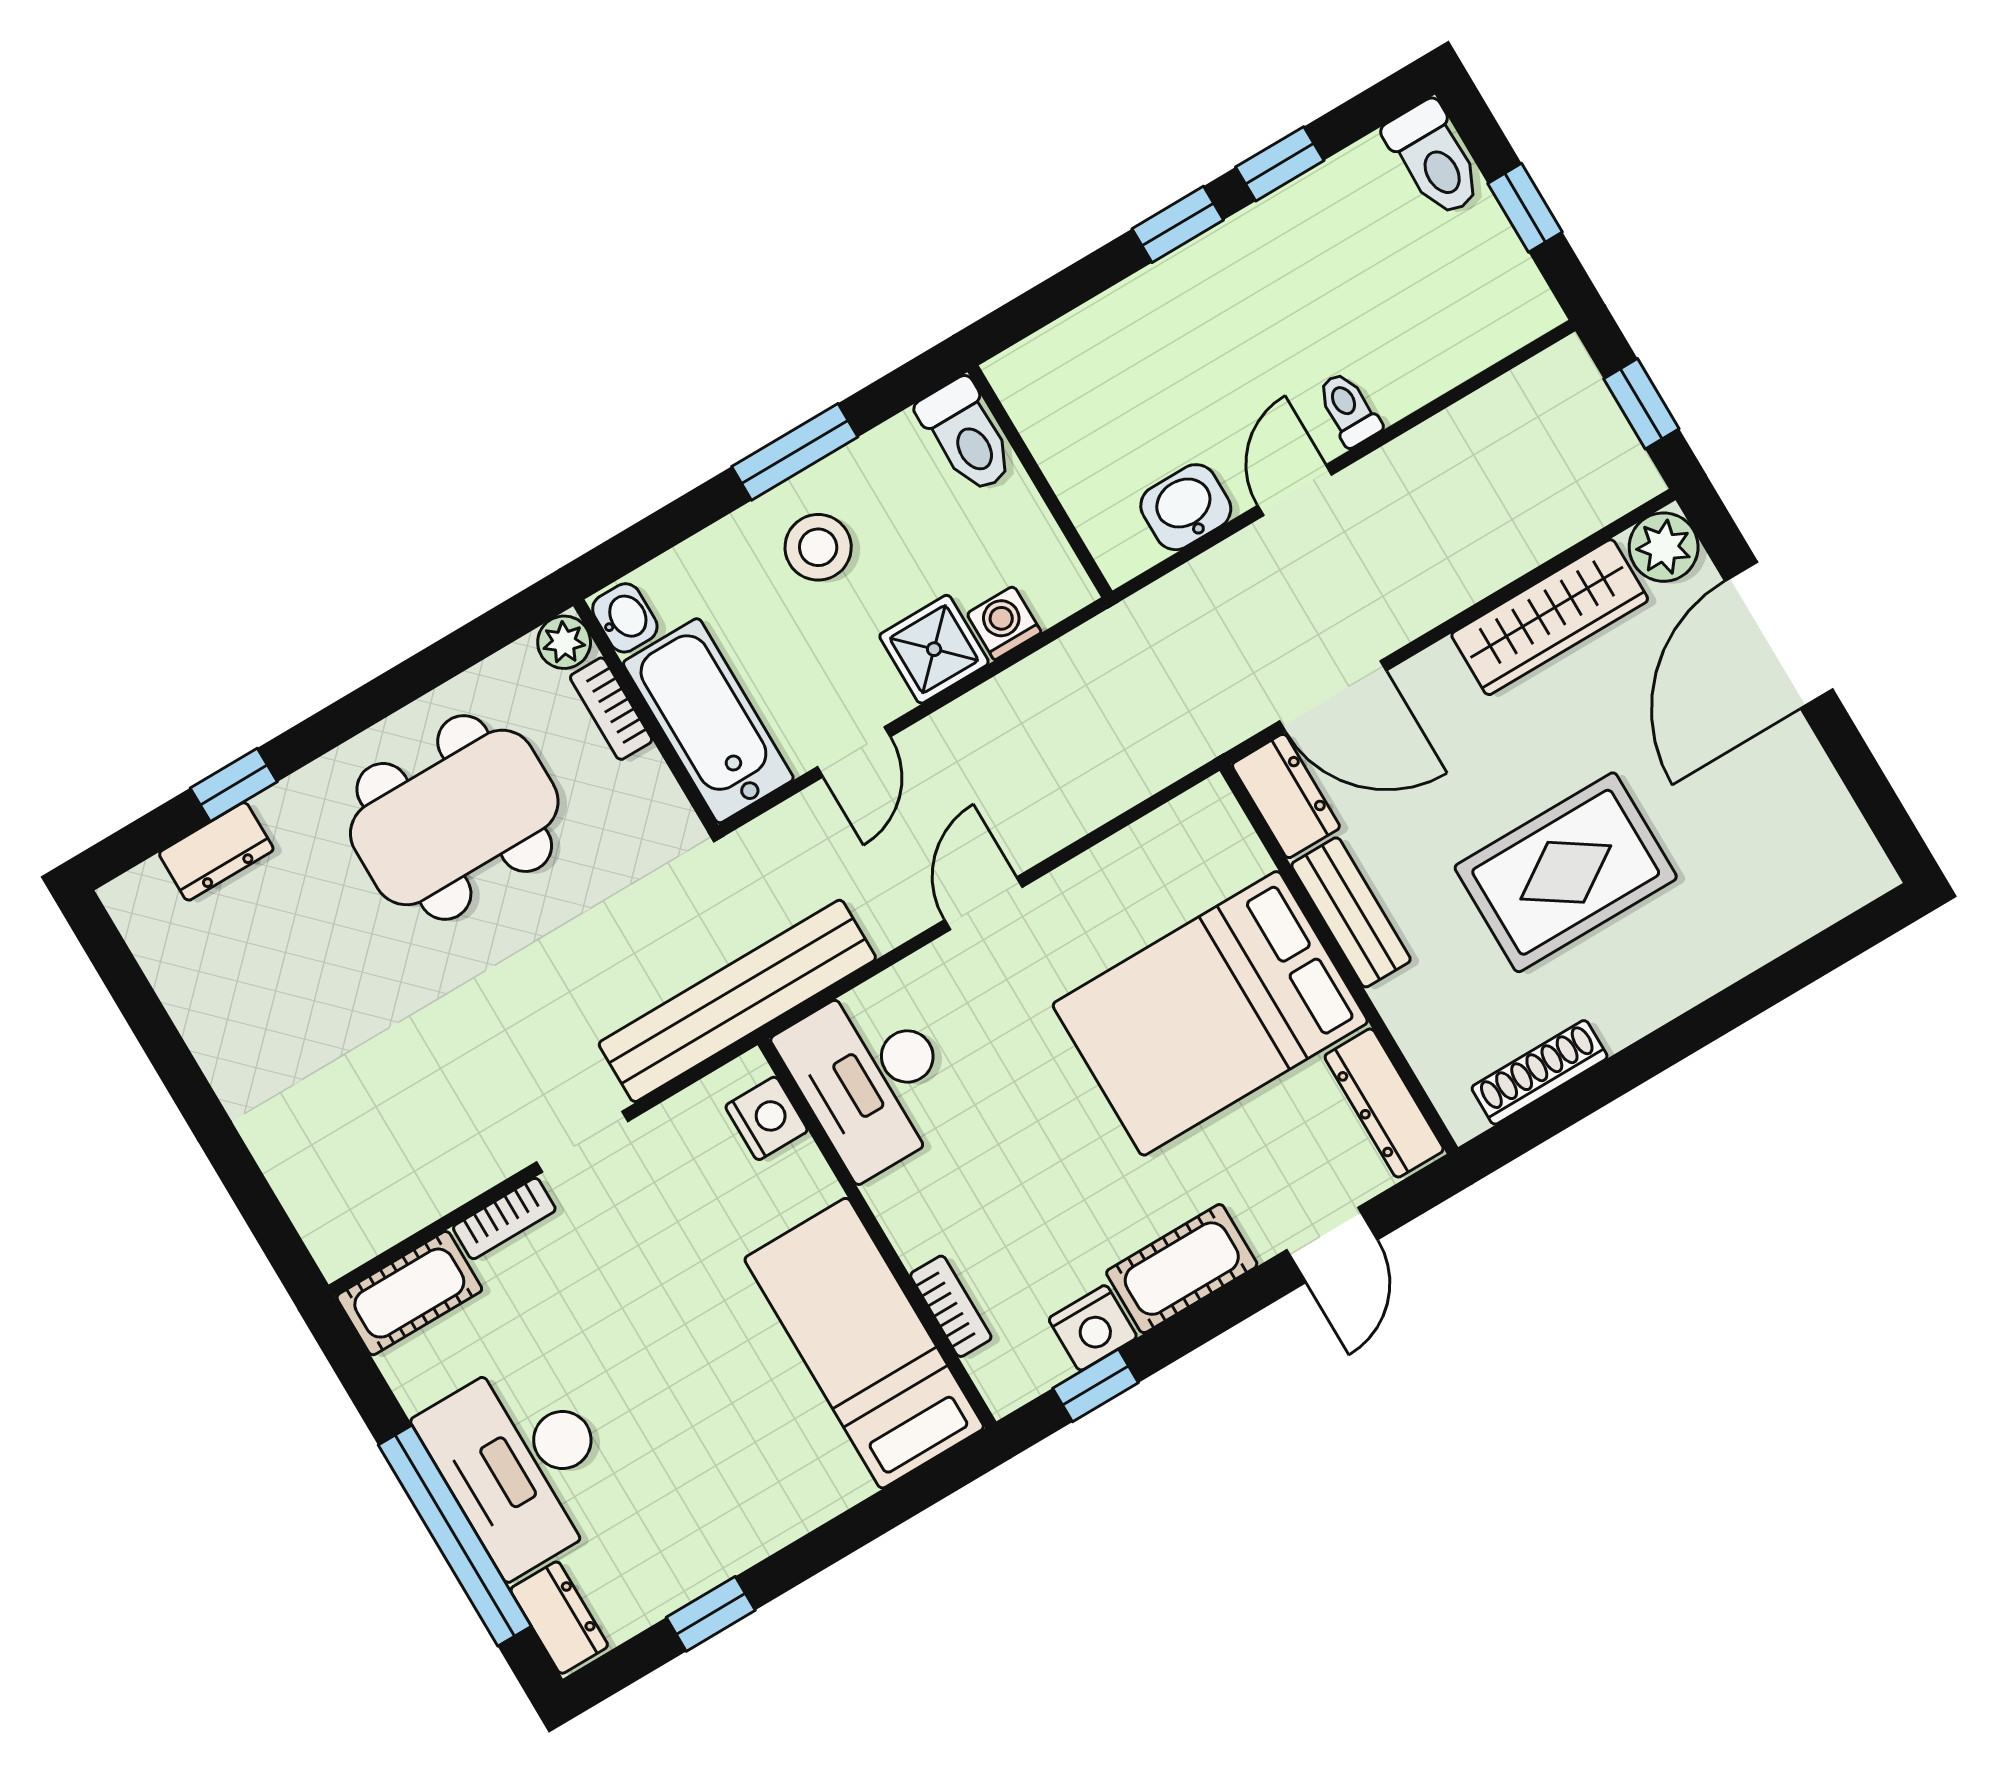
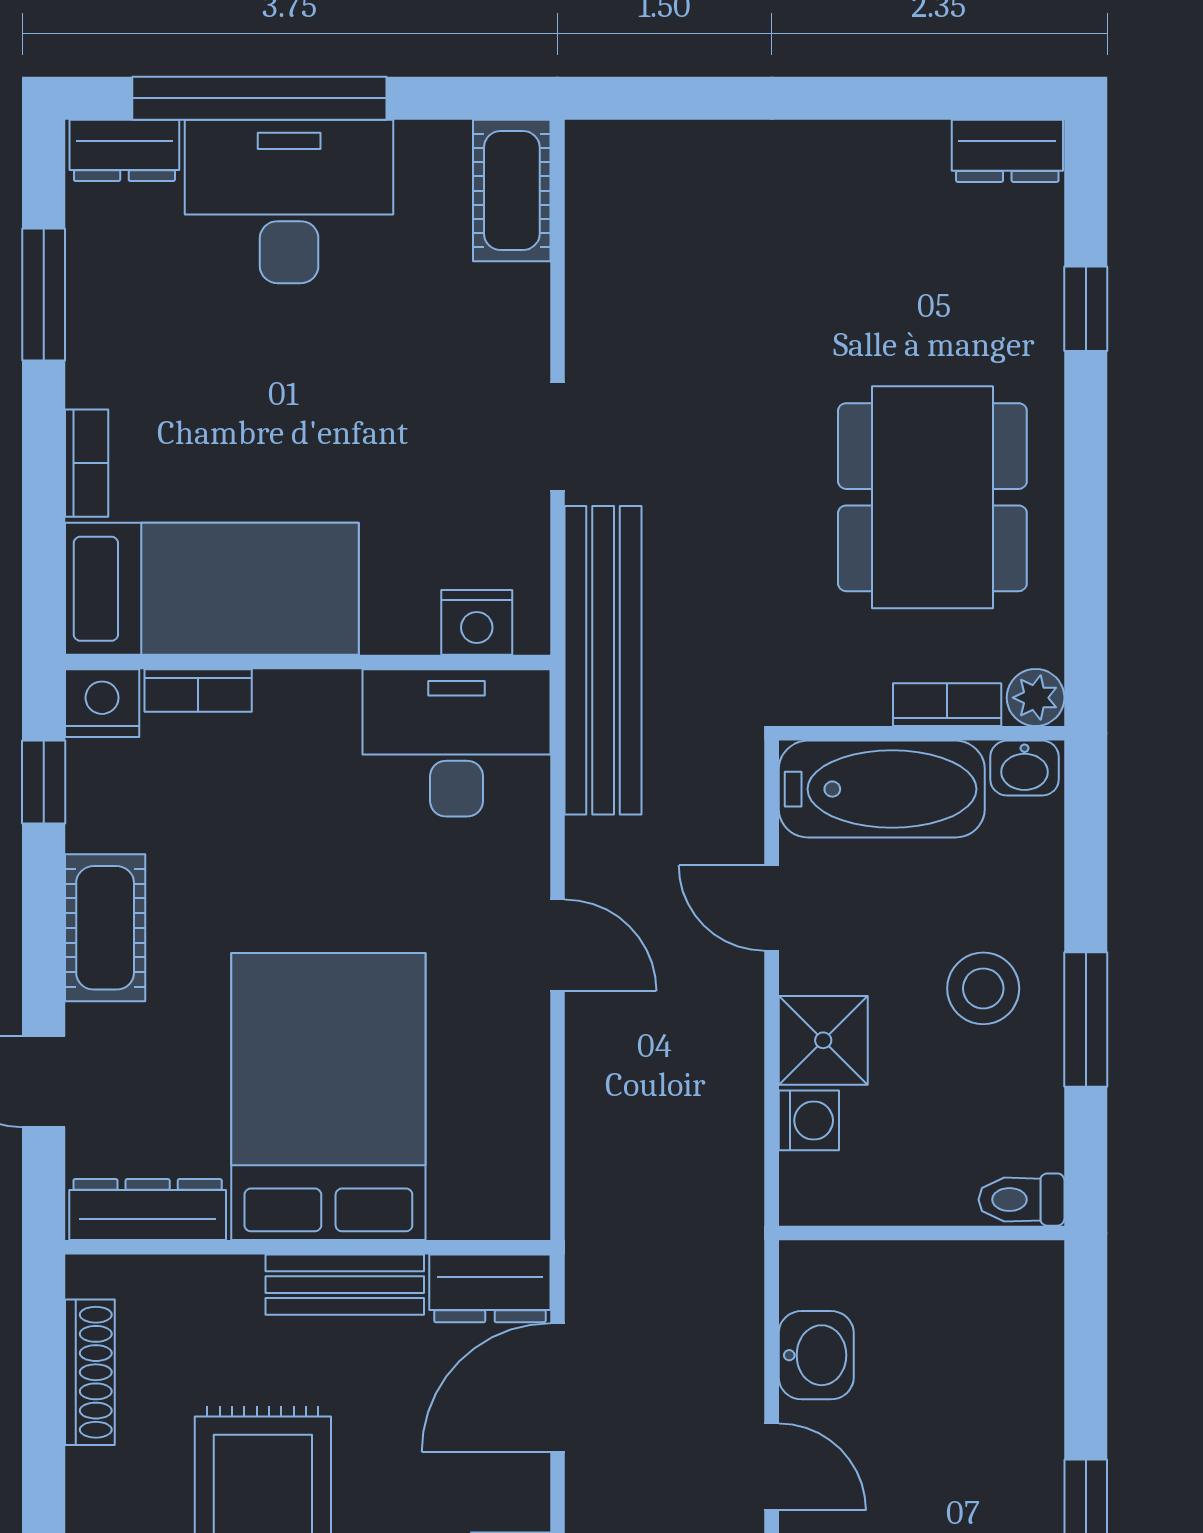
toilet: (967, 436) -> (1021, 1200), width x0.73, depth x0.72
dresser: (216, 851) -> (1007, 151), moved, turned -90
bookcase: (504, 1219) -> (87, 463), moved, turned 180
nightstand: (1093, 1328) -> (102, 703), moved, turned 90
window: (711, 1614) -> (44, 295), width x1.50

